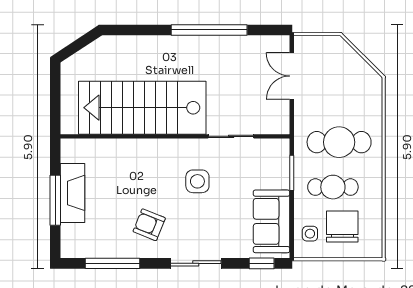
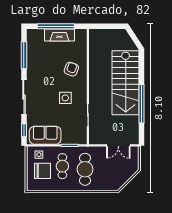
double door: (292, 76) -> (118, 145), swing flipped
stairs: (142, 108) -> (126, 83), moved, turned 180
window: (55, 200) -> (56, 26), width x1.46
armchair: (149, 225) -> (71, 69), moved
sliding door: (196, 263) -> (24, 97), width x1.37

